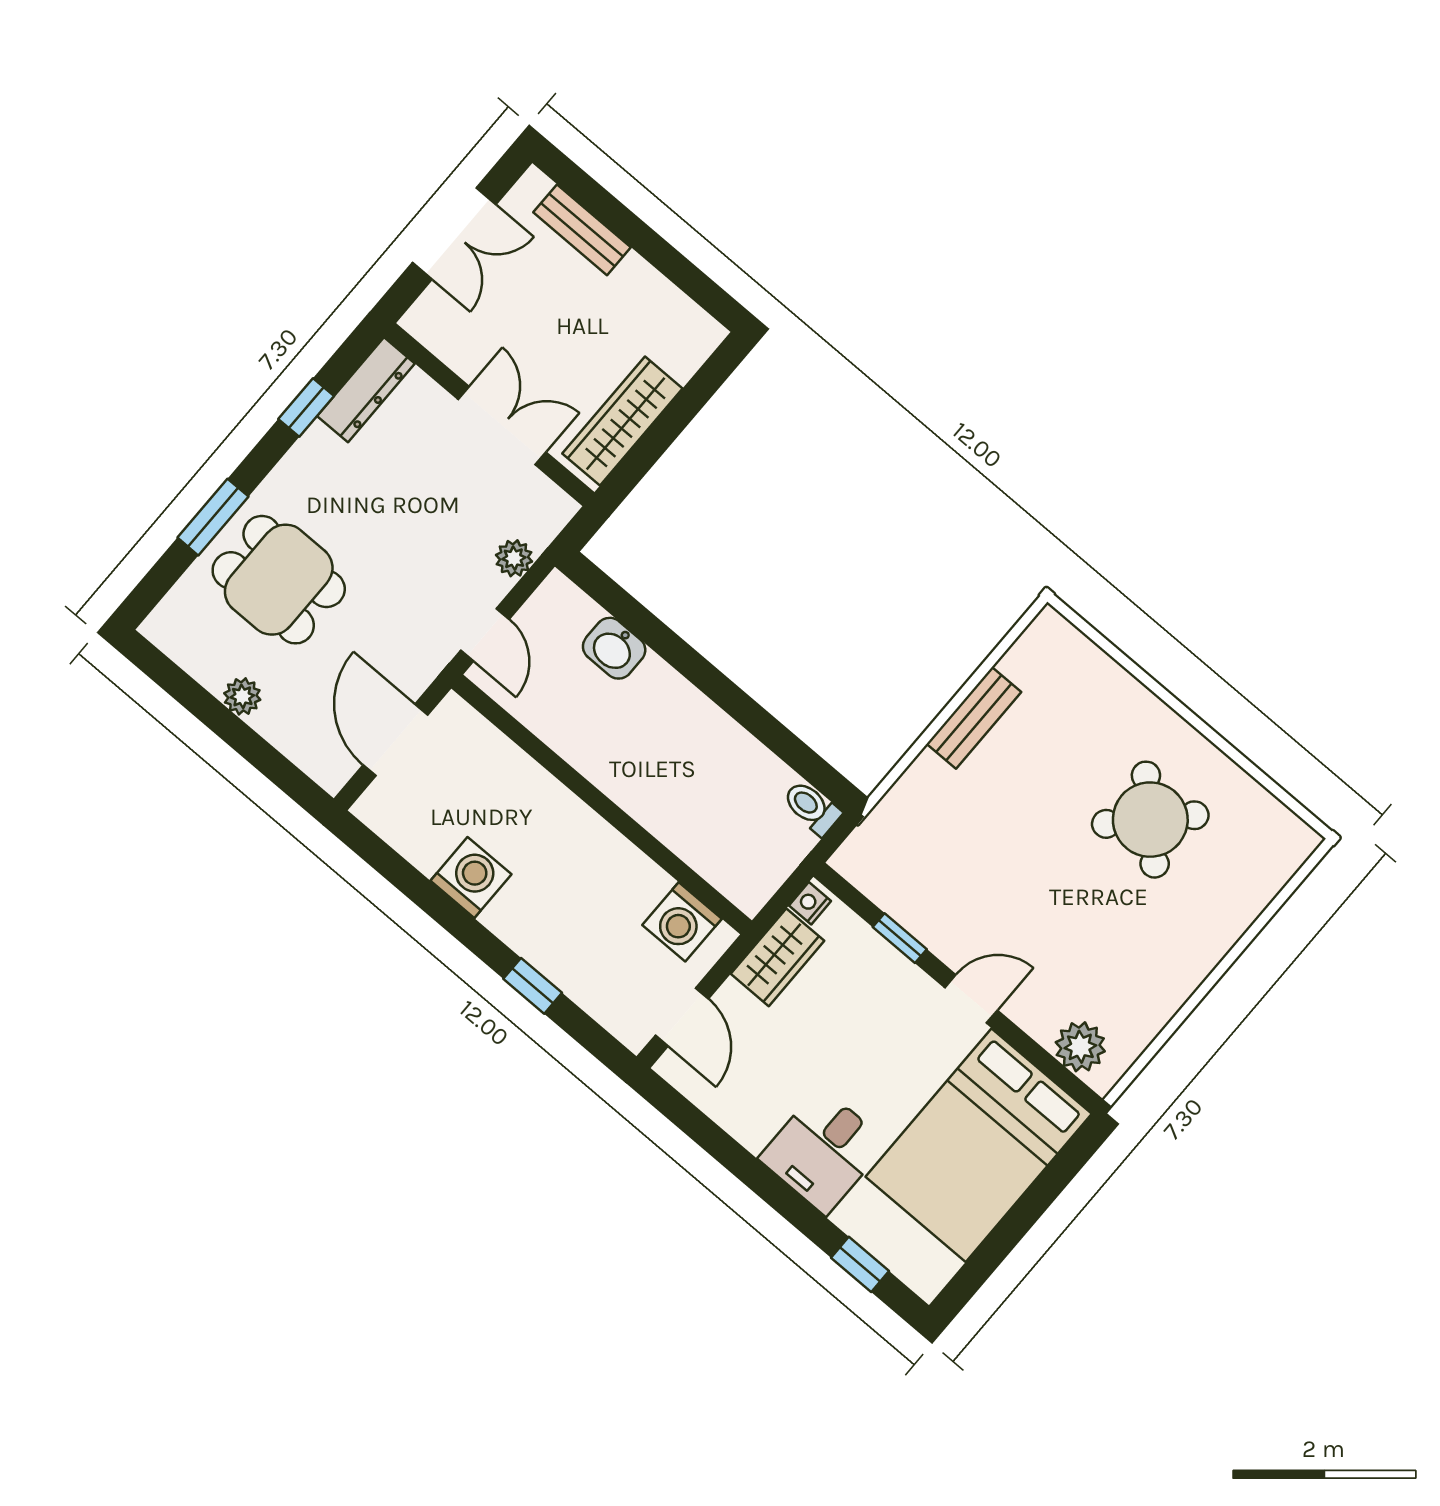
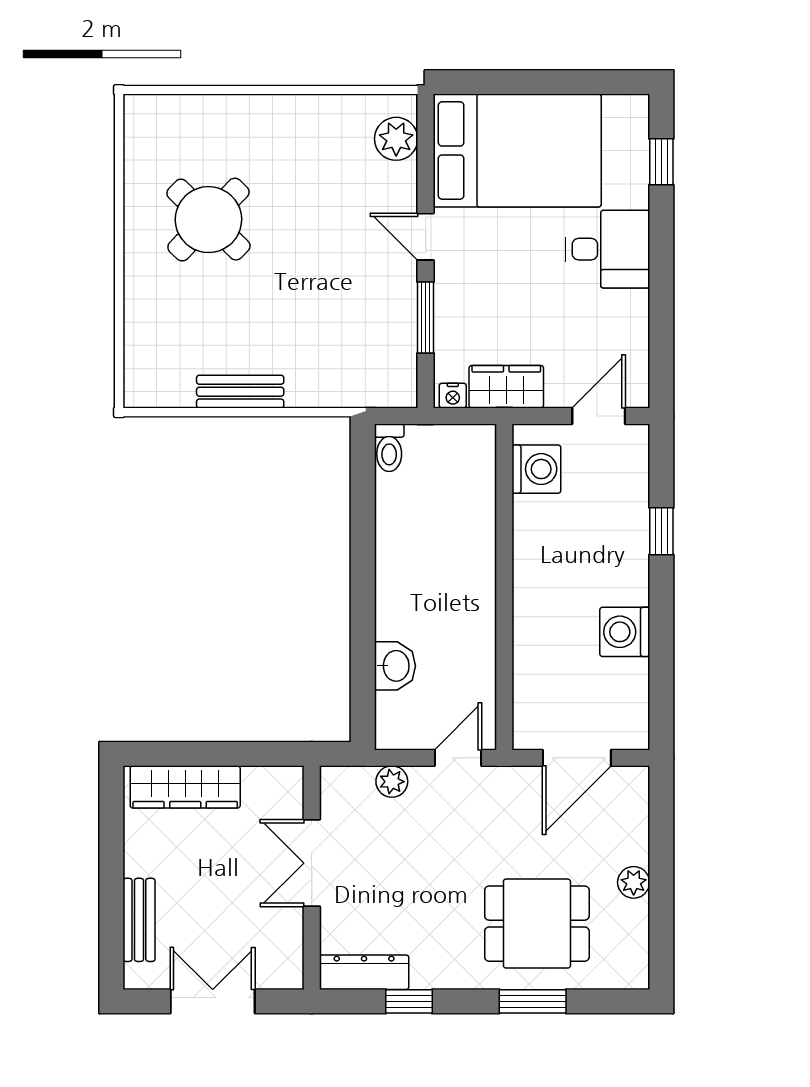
wardrobe: (622, 421) -> (185, 787), moved
dining table: (279, 580) -> (537, 924), turned 90
window: (900, 938) -> (426, 317), width x1.50

